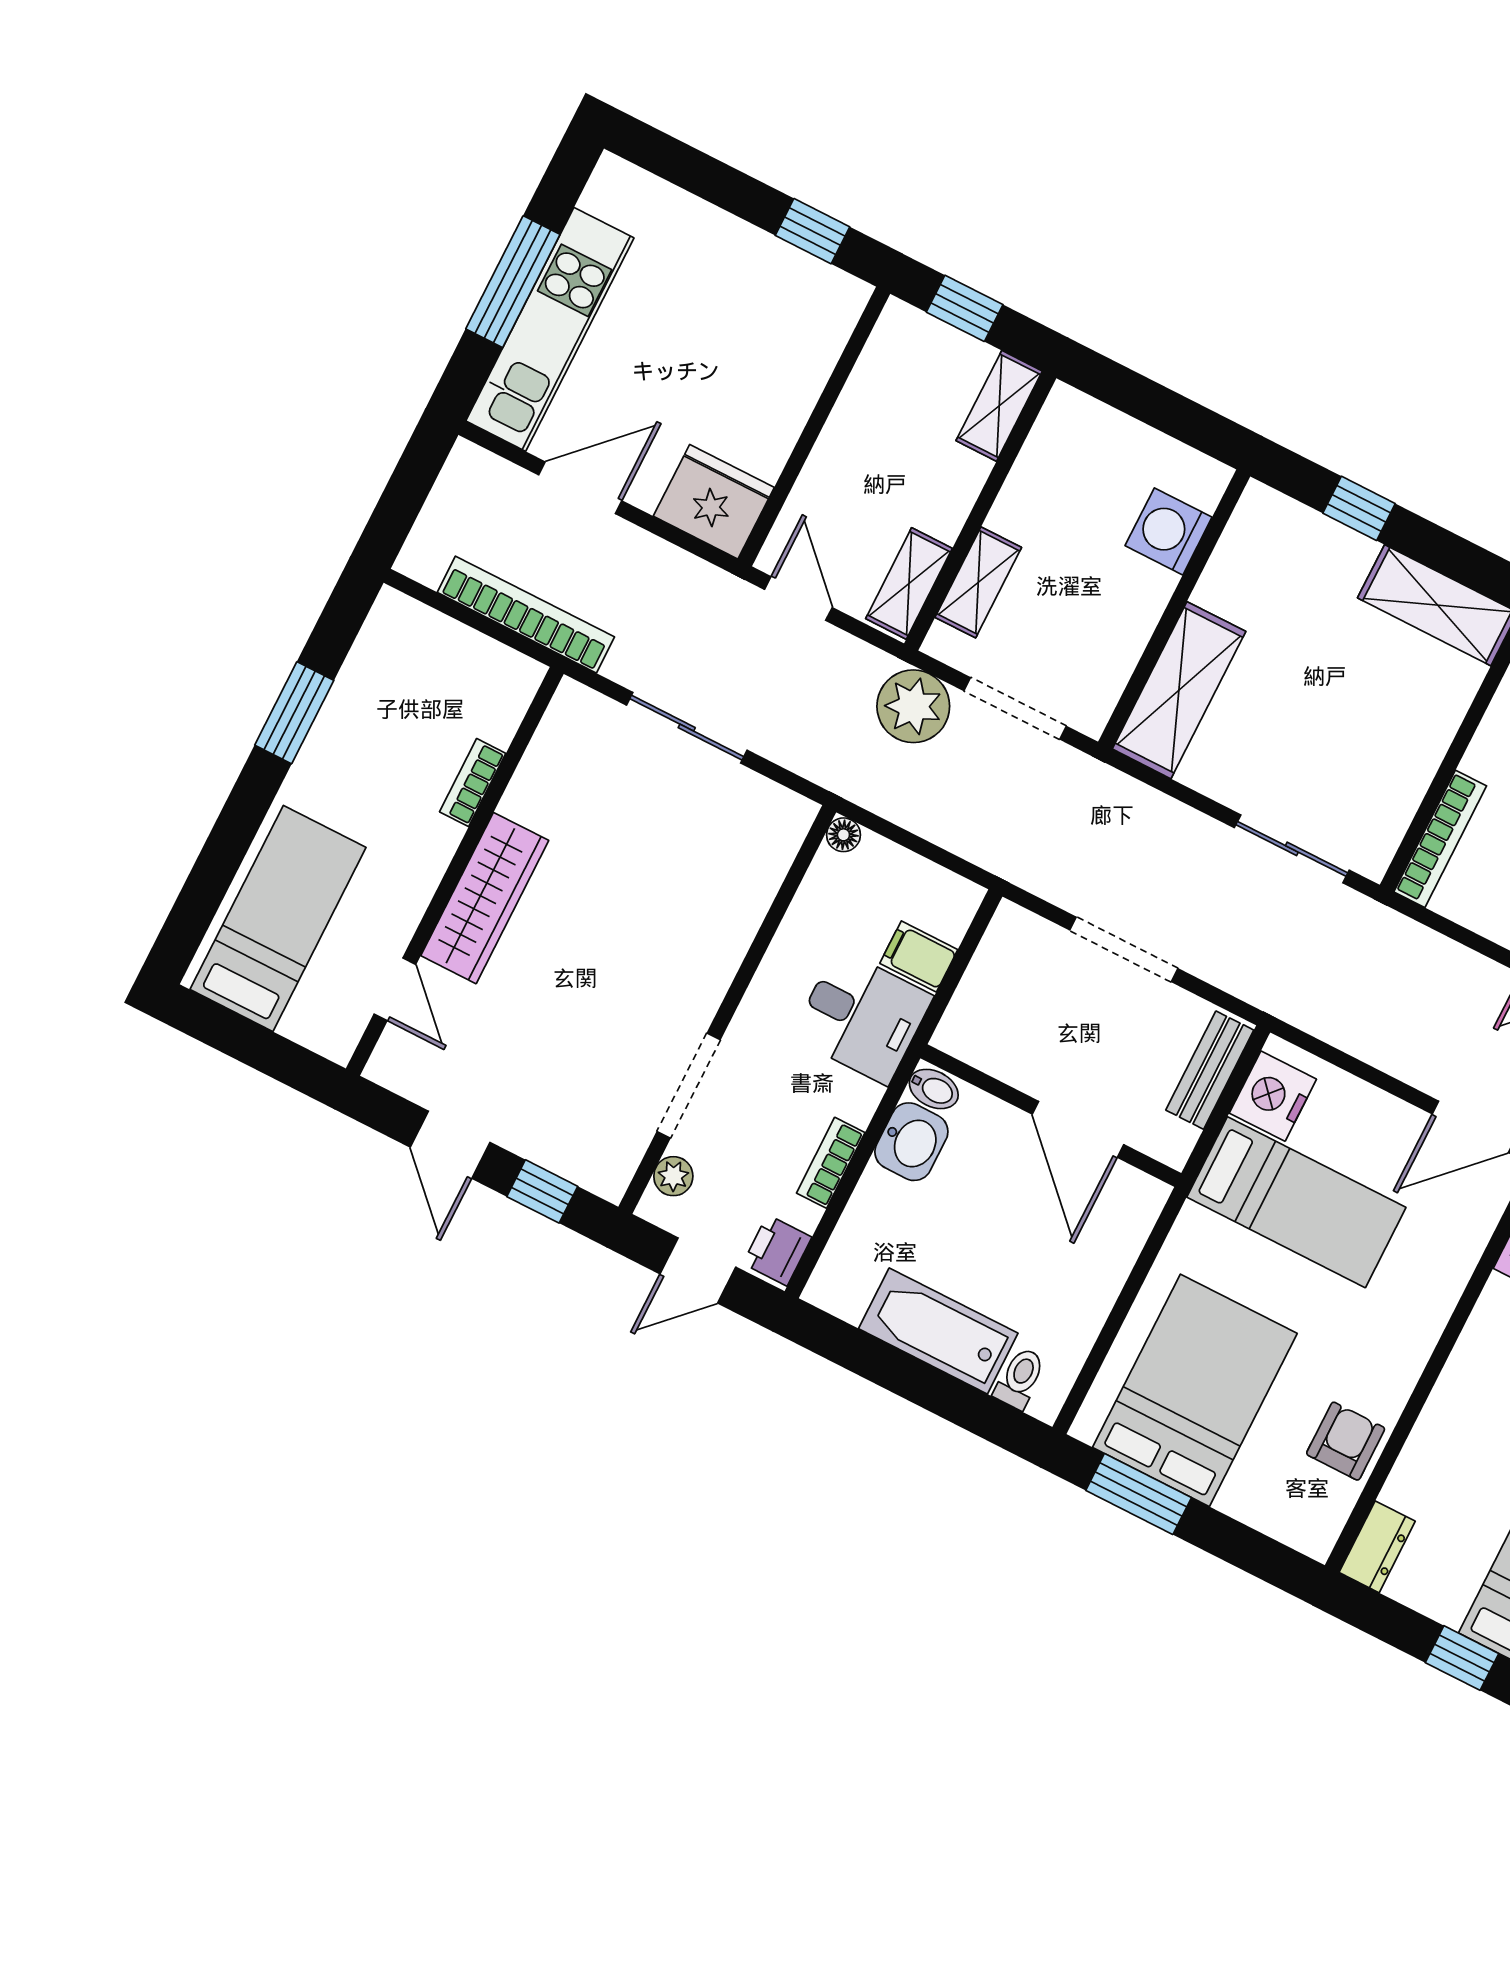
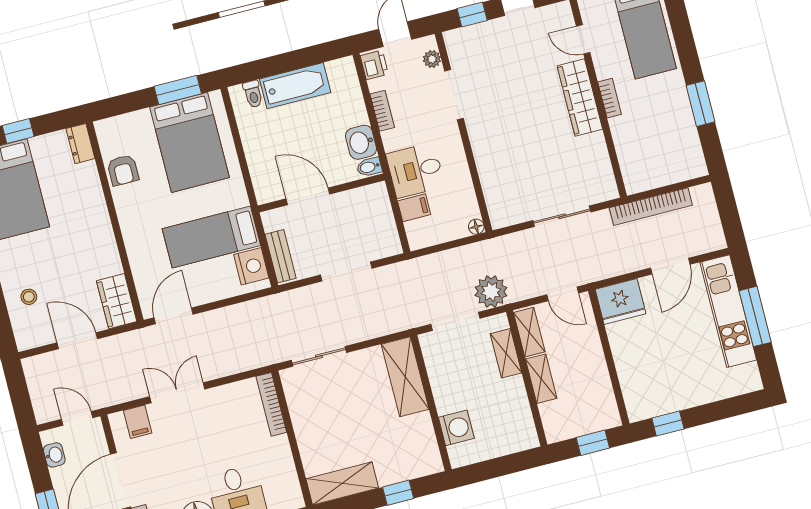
shelving: (999, 406) -> (541, 379), moved
bookcase: (473, 783) -> (610, 98), moved

